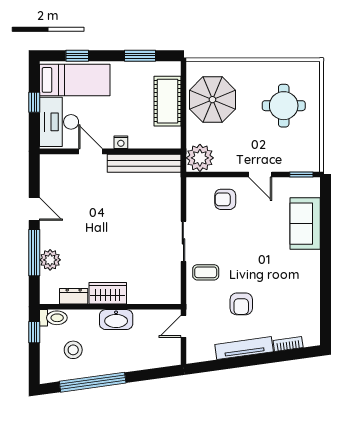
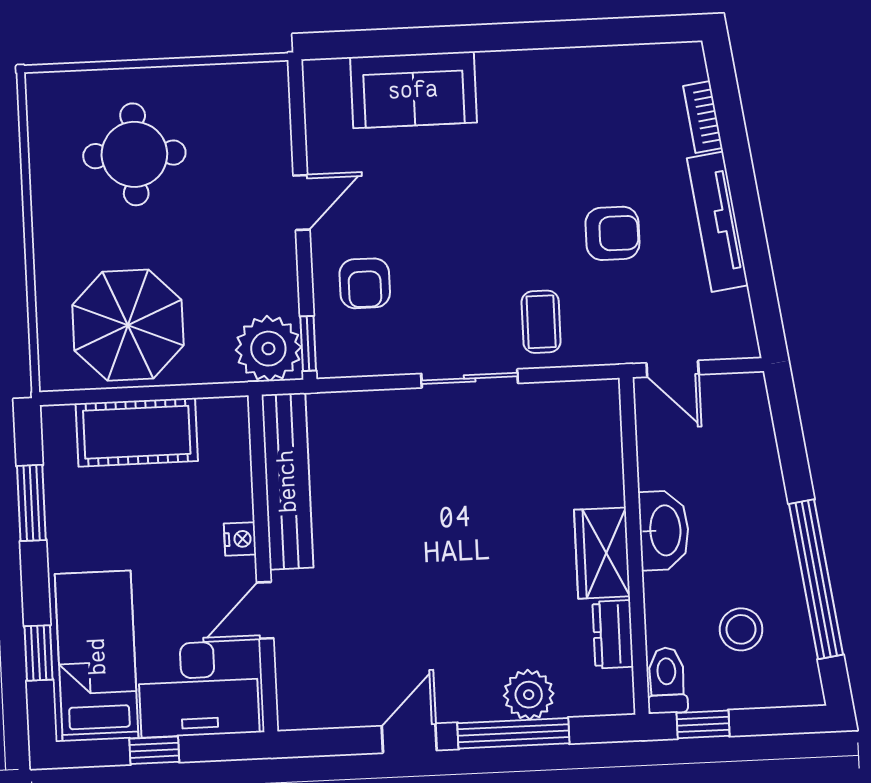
window: (301, 175) -> (308, 343), moved

